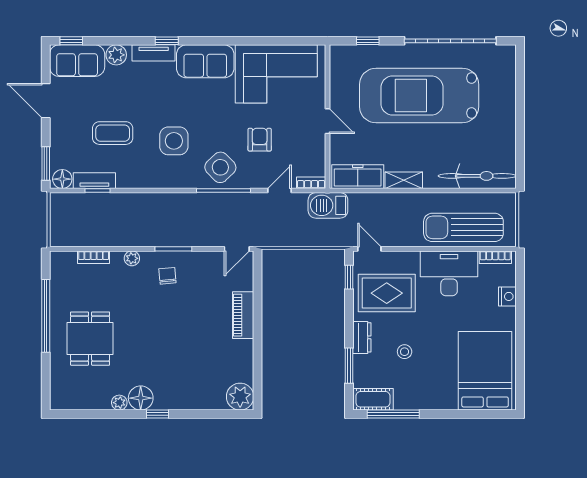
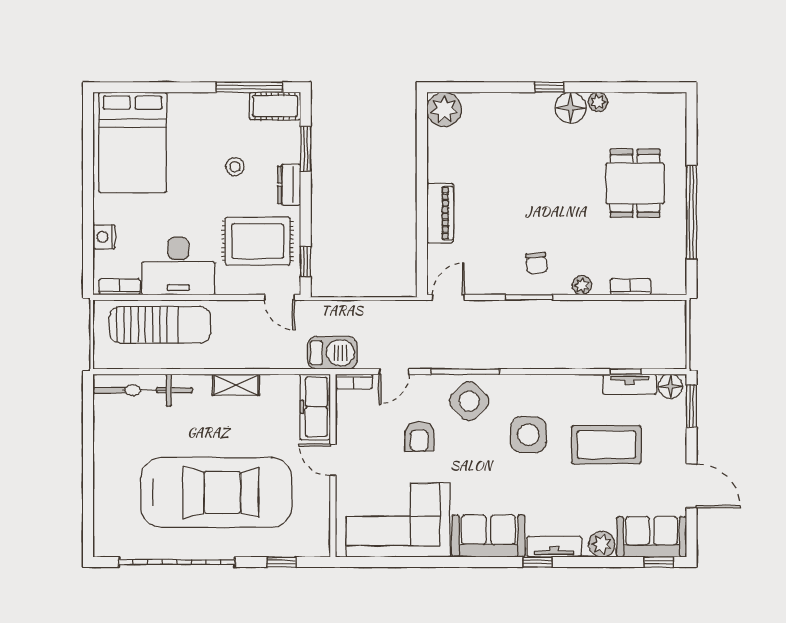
coffee table: (113, 133) -> (606, 445), width x1.36, depth x1.32
freezer: (358, 177) -> (315, 407), moved, turned 90

